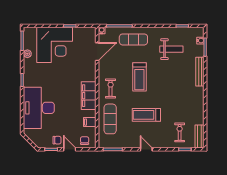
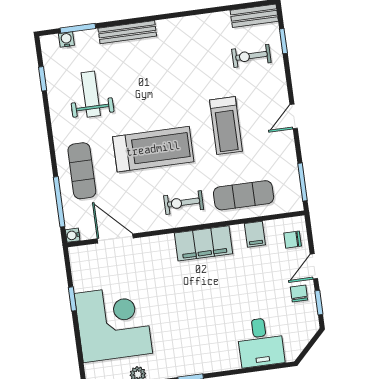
treadmill: (139, 77) -> (153, 149), width x1.37, depth x1.38
desk: (39, 108) -> (260, 342), width x0.53, depth x0.77

